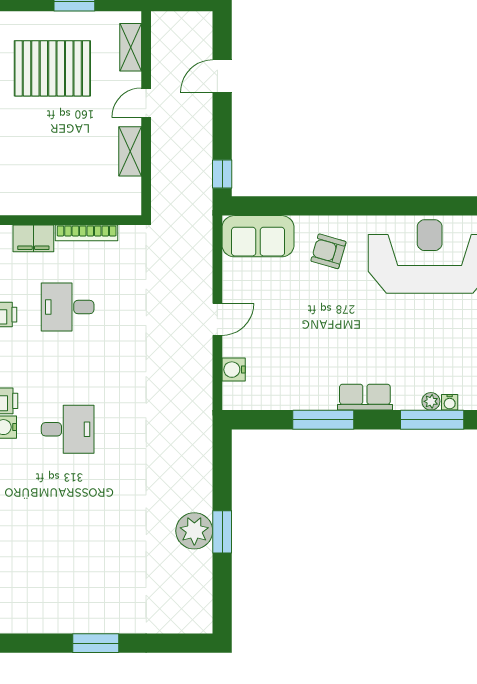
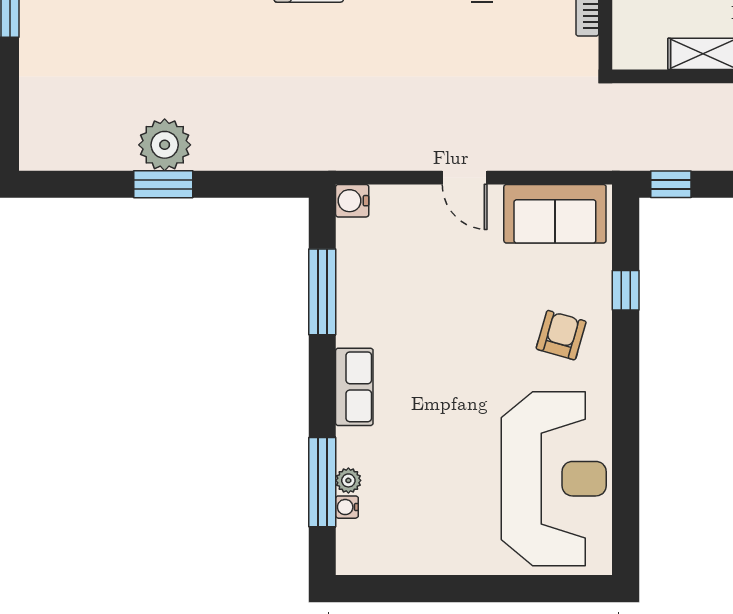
window: (297, 206) -> (626, 290), added
sofa: (258, 236) -> (555, 214), moved, turned -90
water cooler: (234, 370) -> (352, 201), moved, turned -90
window: (323, 420) -> (322, 292), moved

